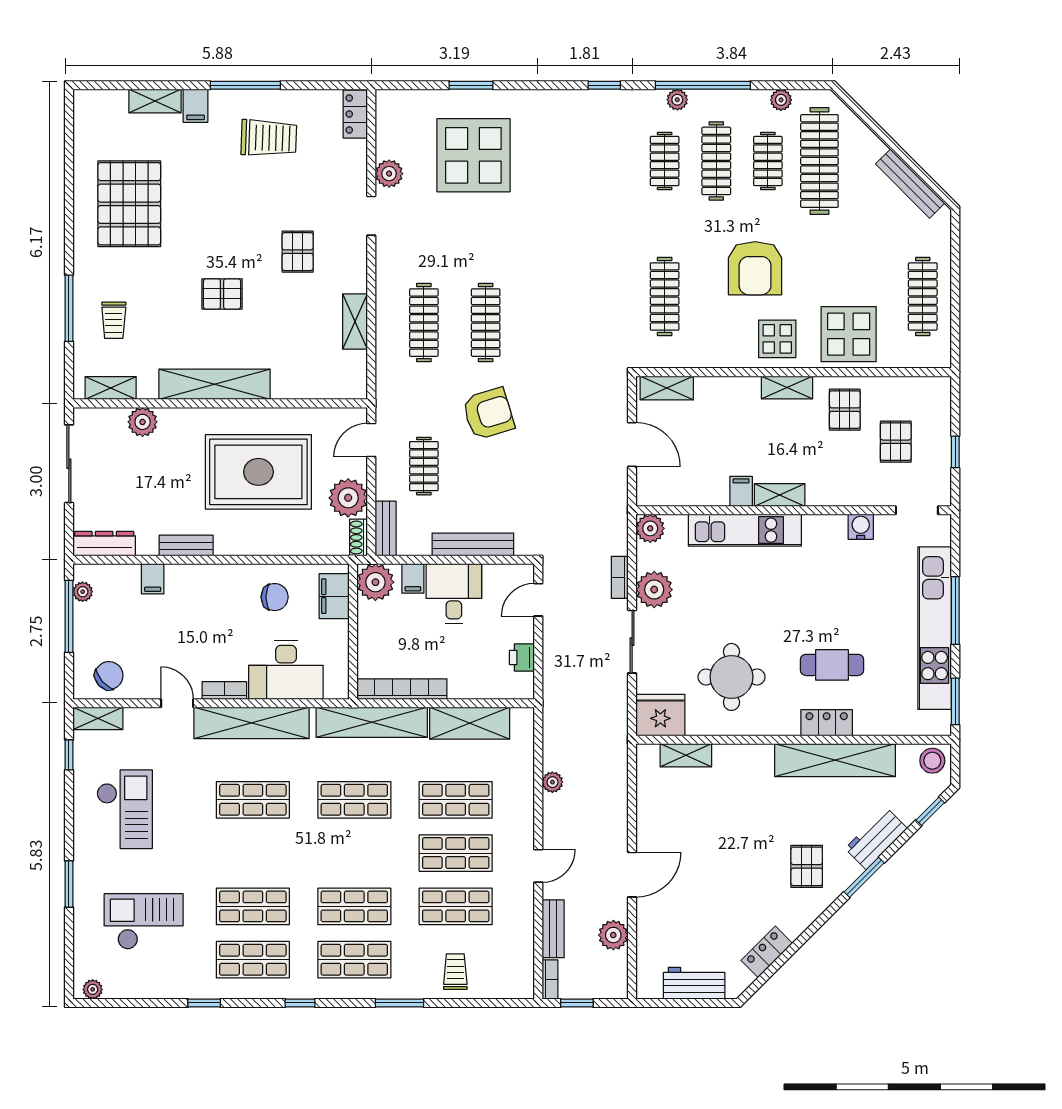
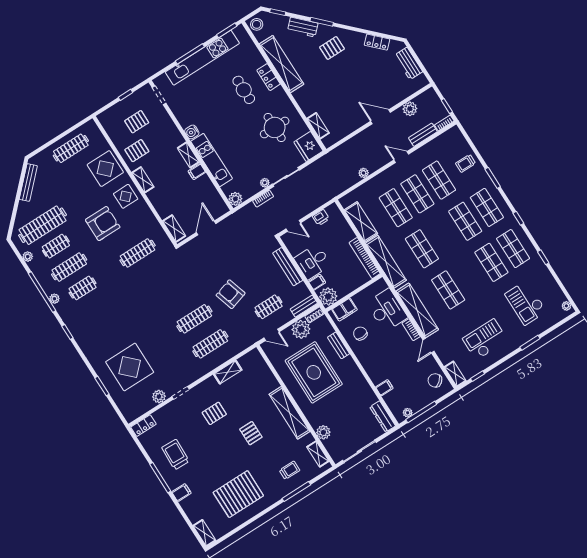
shelving: (155, 101) -> (204, 533), moved
water cooler: (861, 527) -> (192, 132), moved
bench: (186, 546) -> (339, 345), moved
plant: (654, 590) -> (265, 183), width x0.53, depth x0.53

